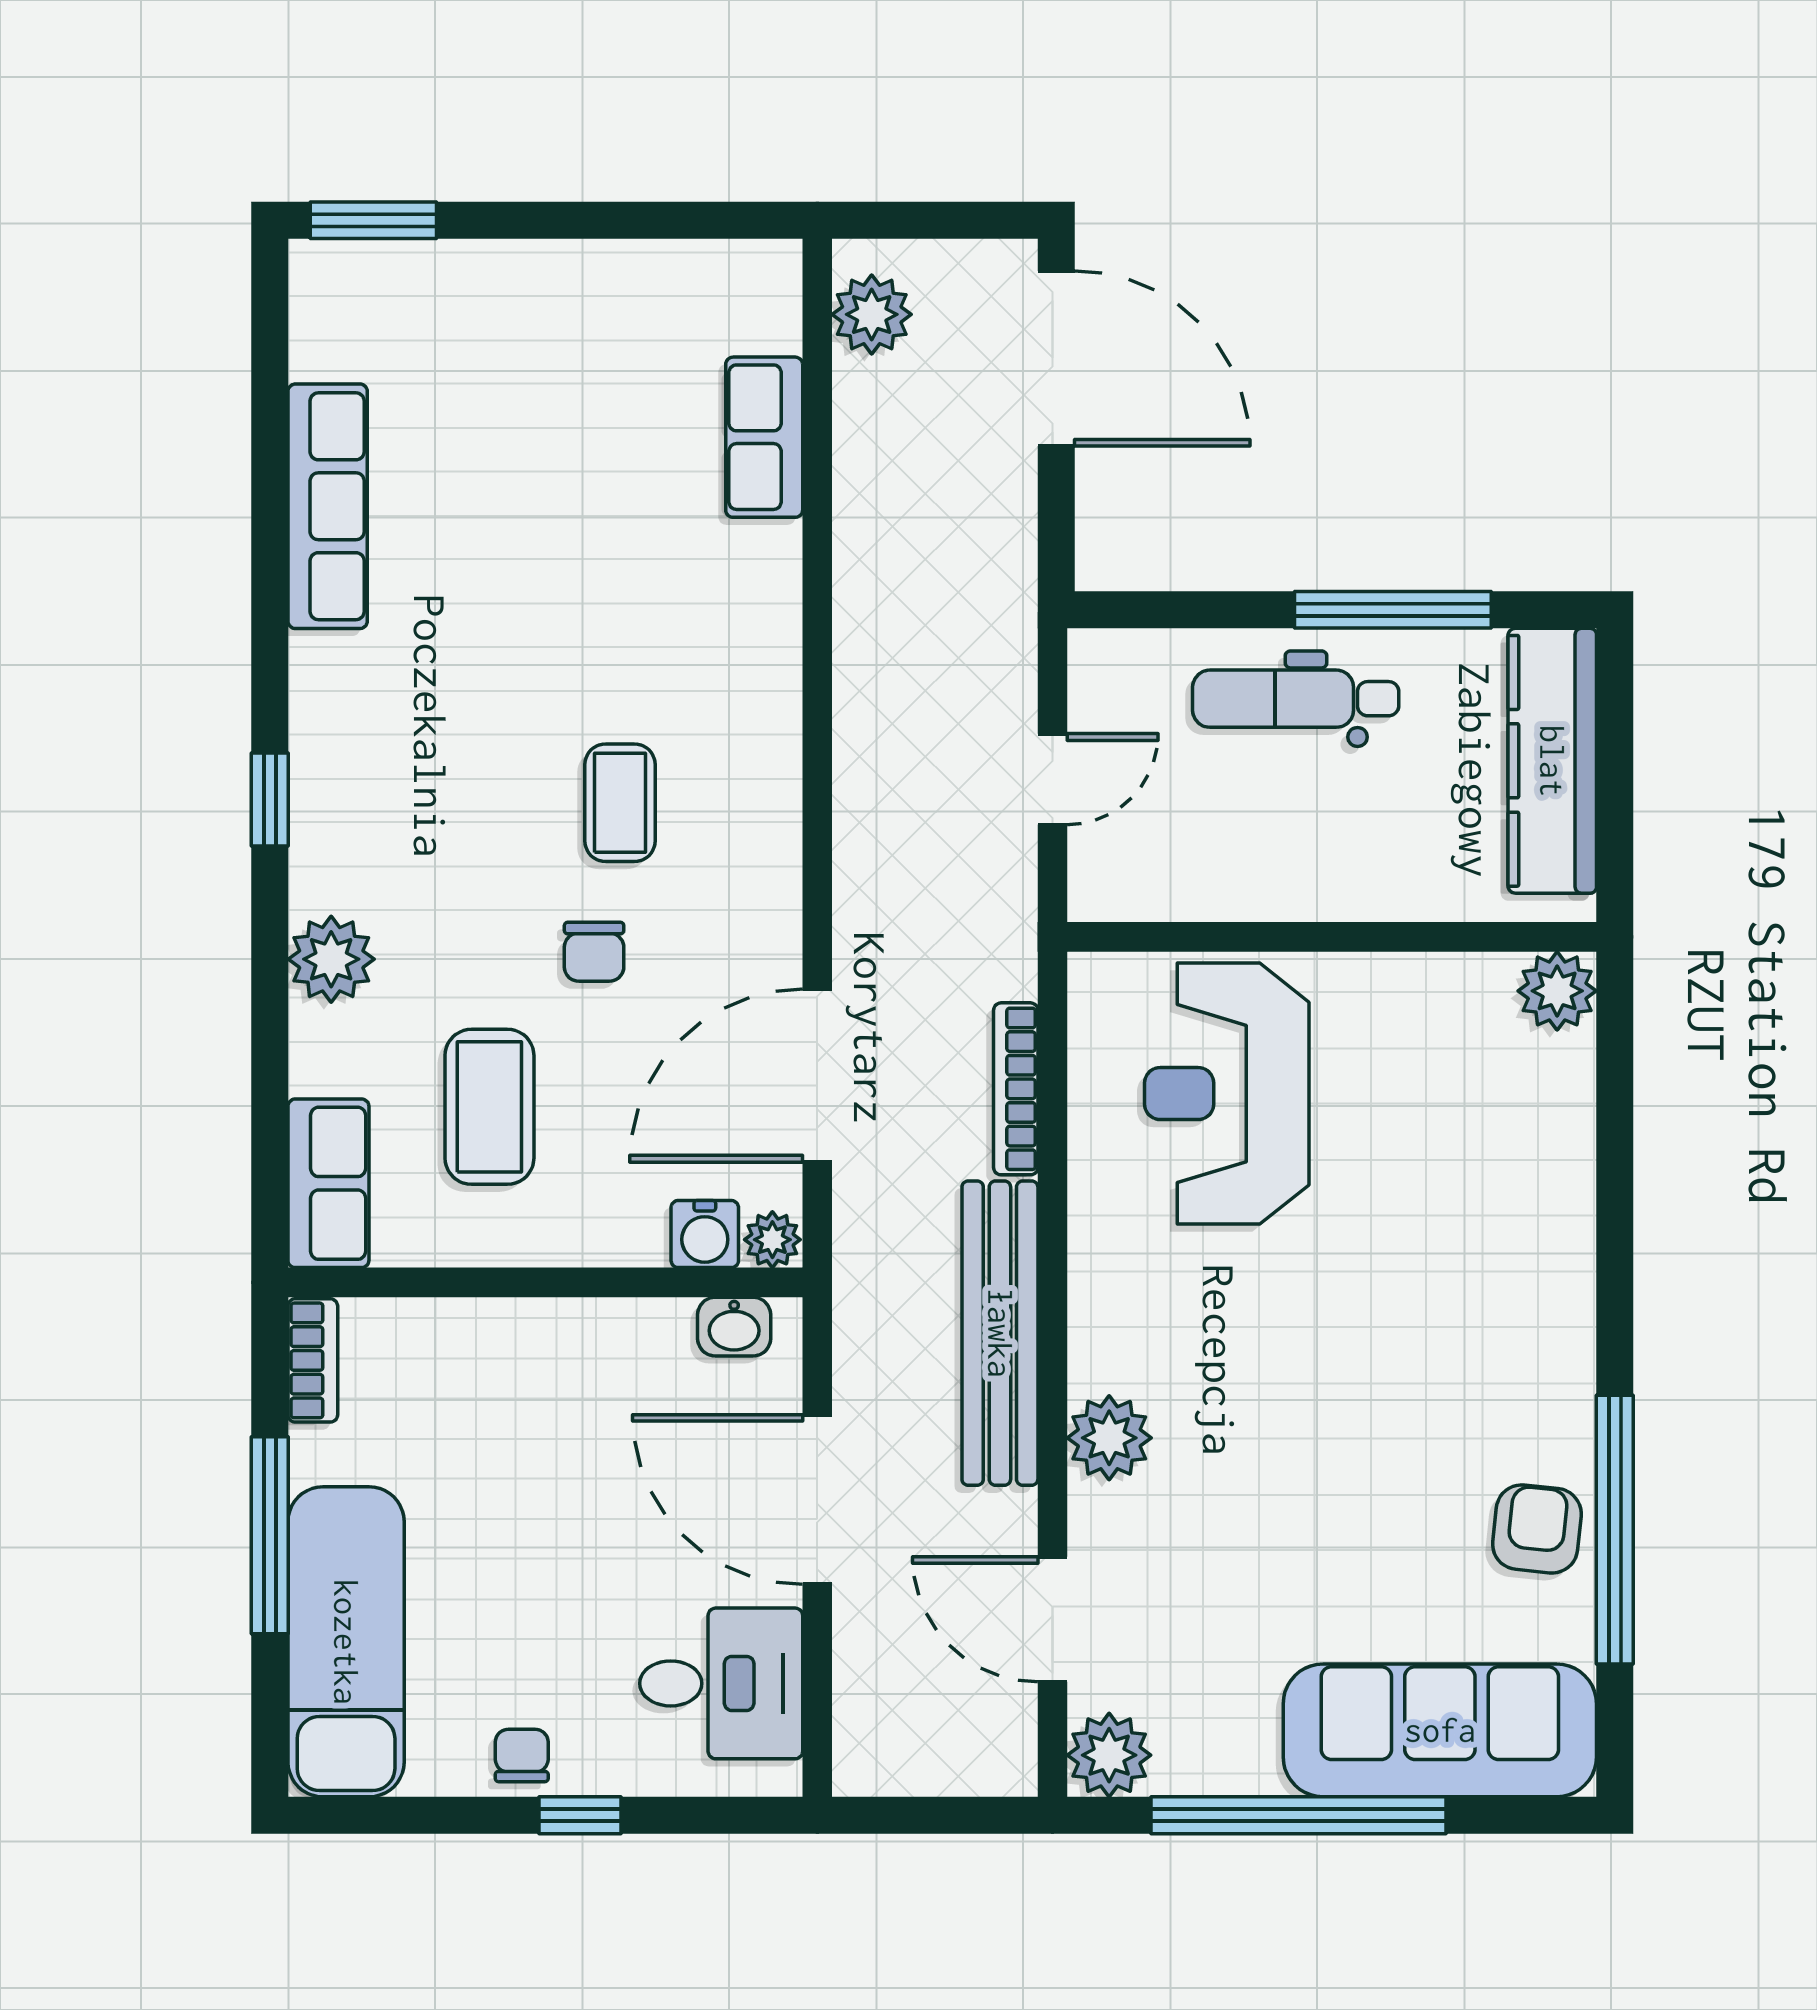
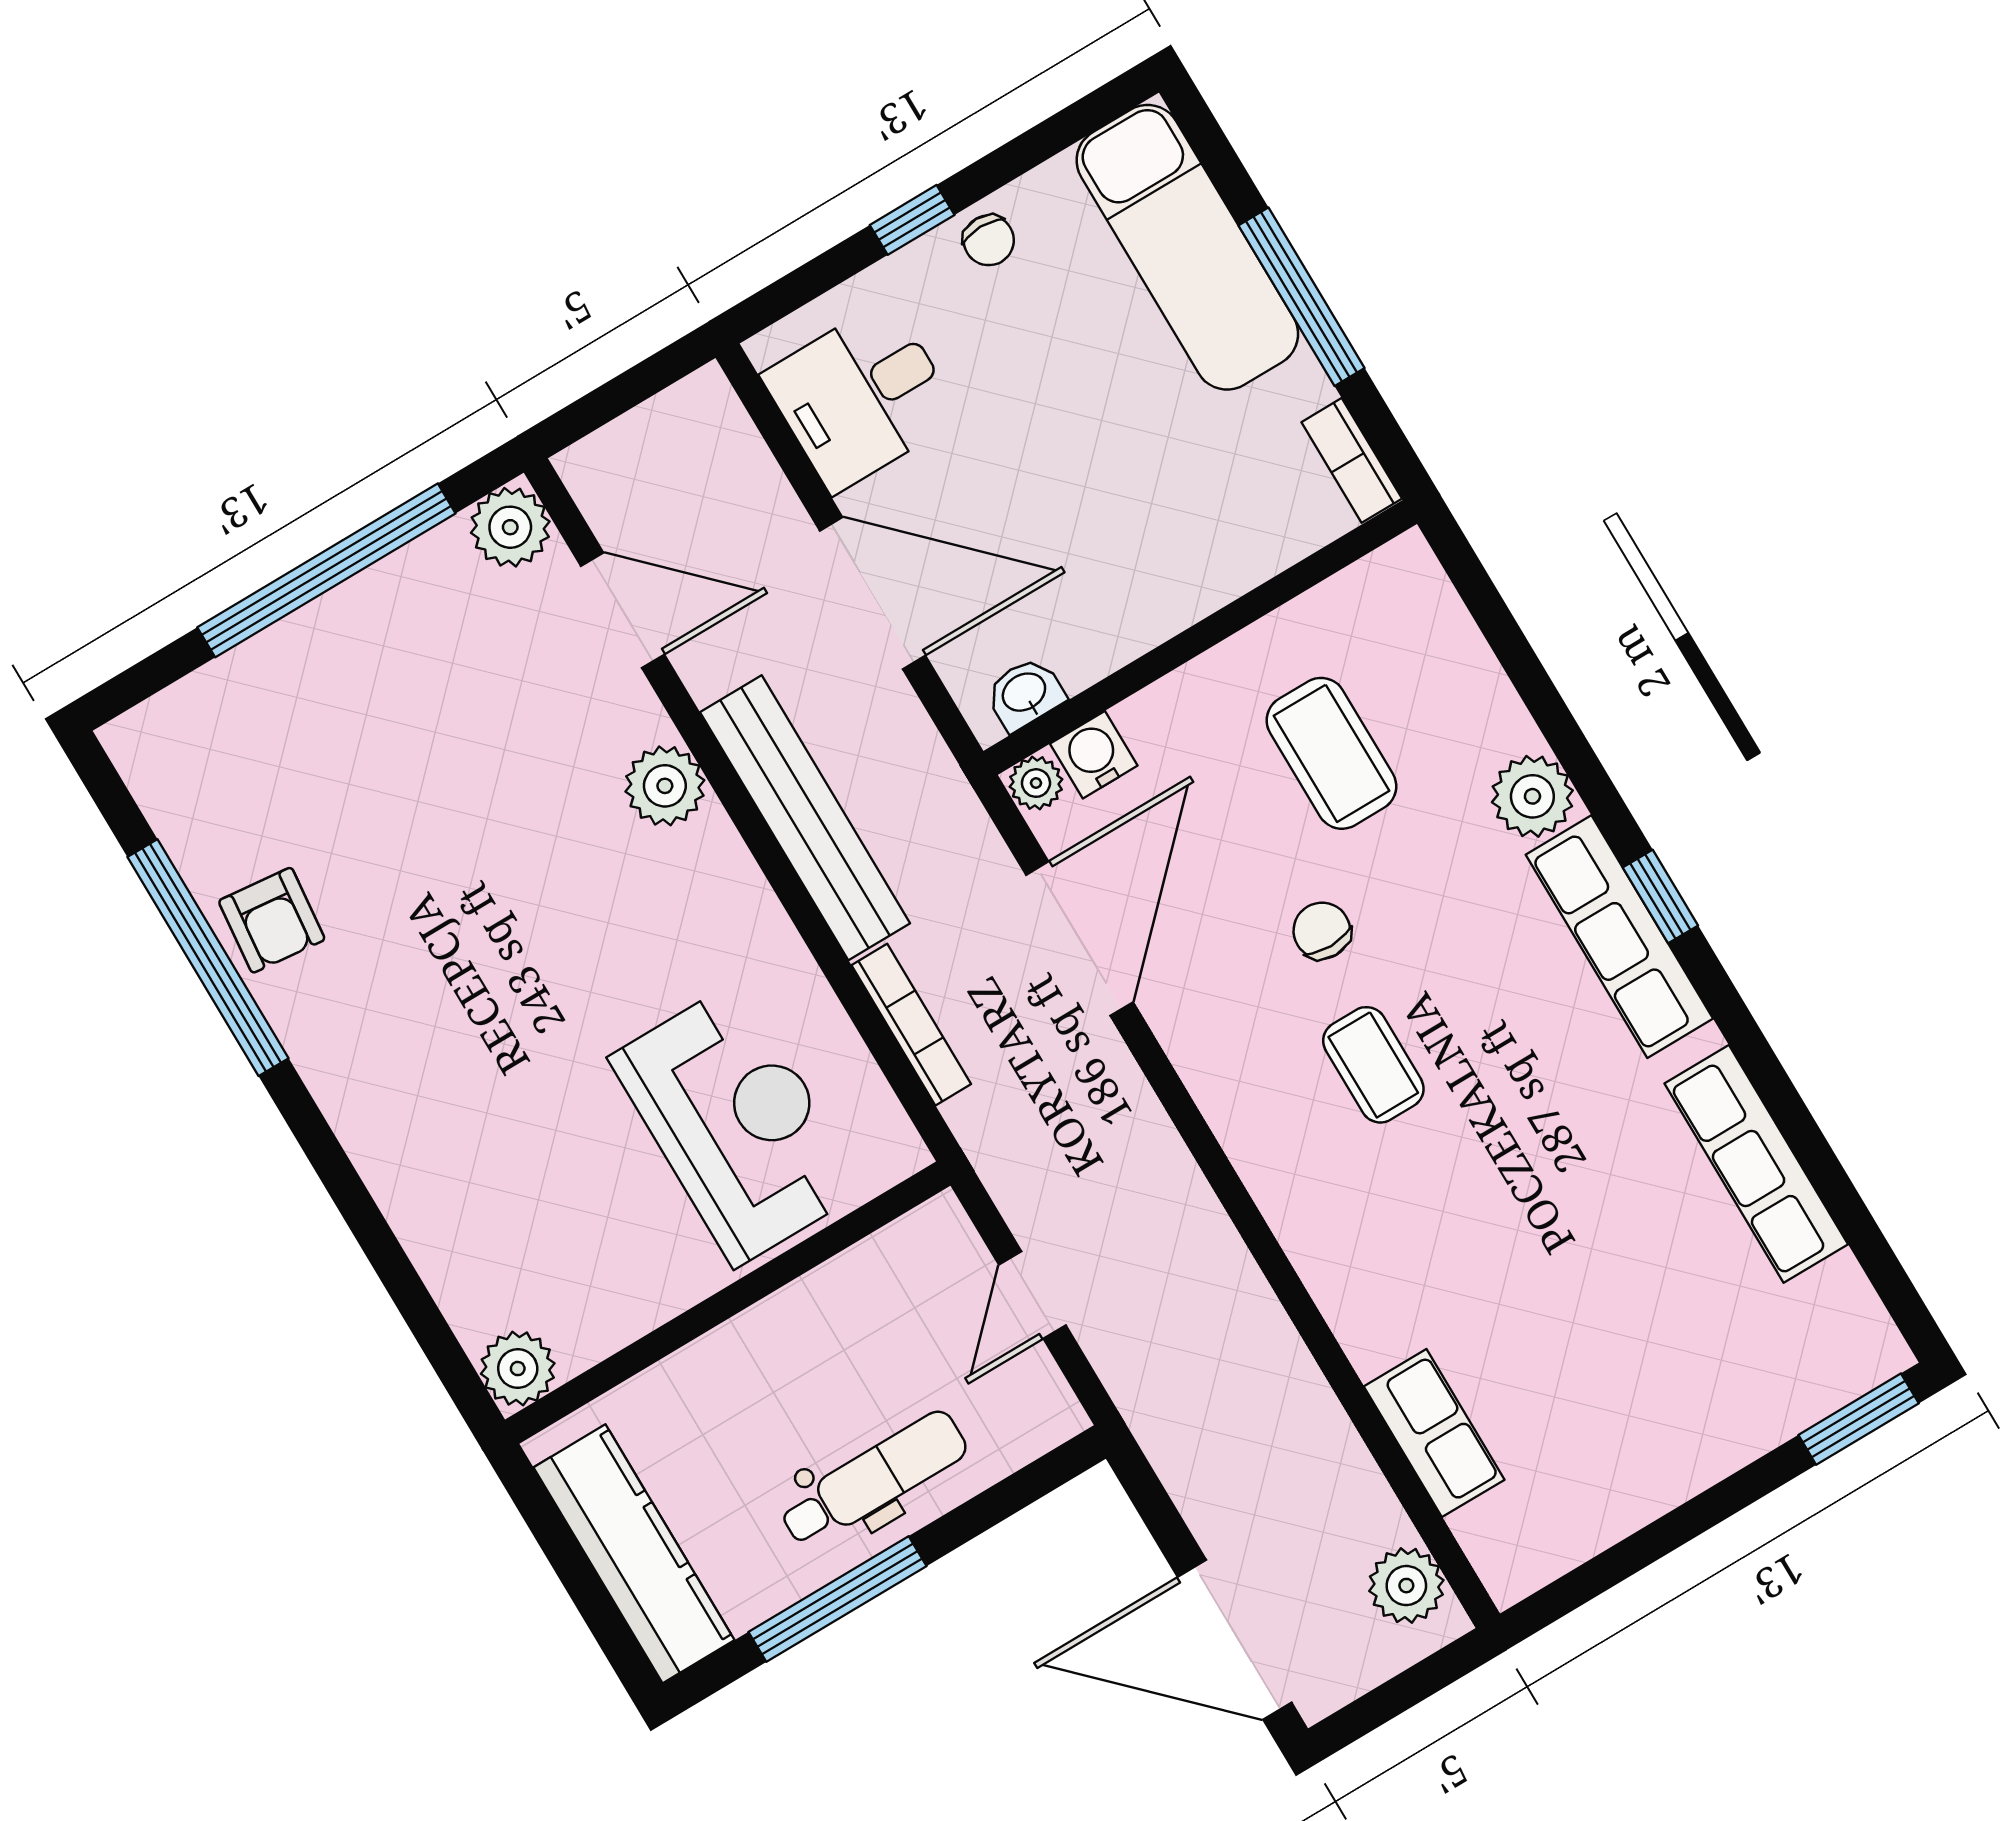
row of seats: (328, 1183) -> (1619, 937), moved, width x1.48
sofa: (1440, 1730) -> (253, 709), removed

